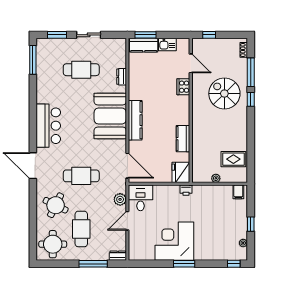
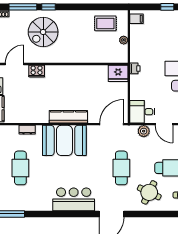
kitchen counter: (183, 139) -> (86, 71), removed
rug: (233, 159) -> (105, 23), turned 90

